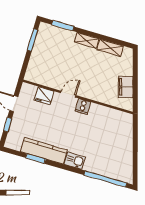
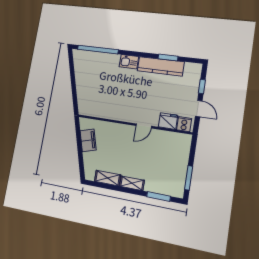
cooker: (83, 106) -> (184, 124), moved

